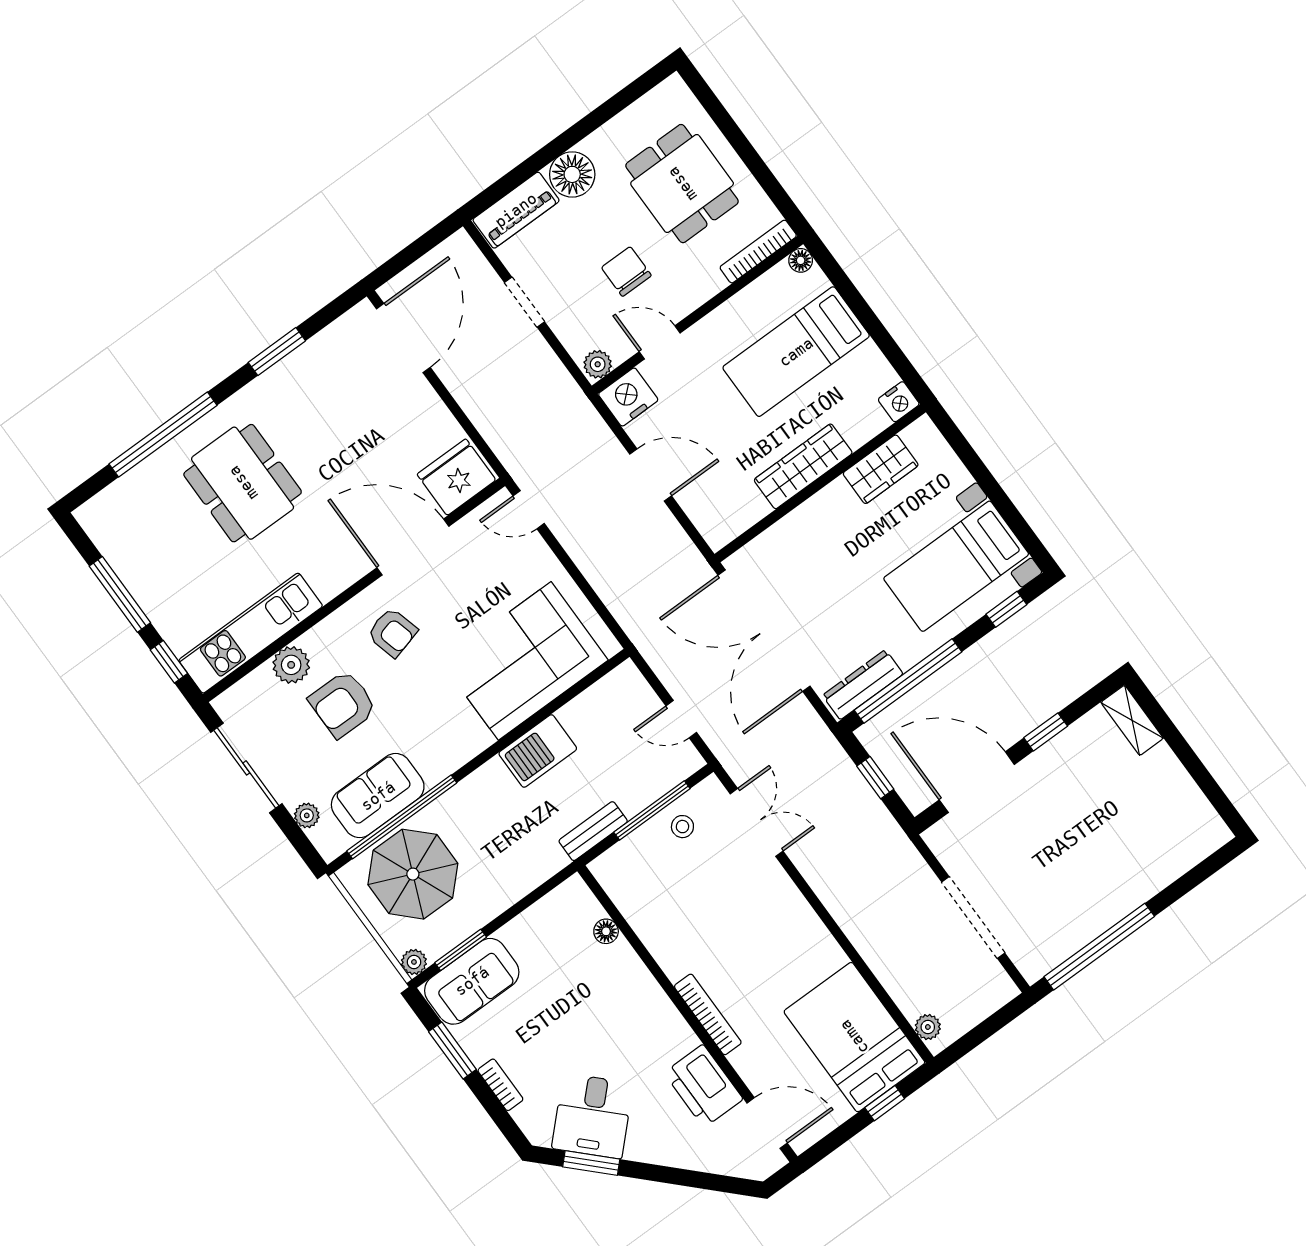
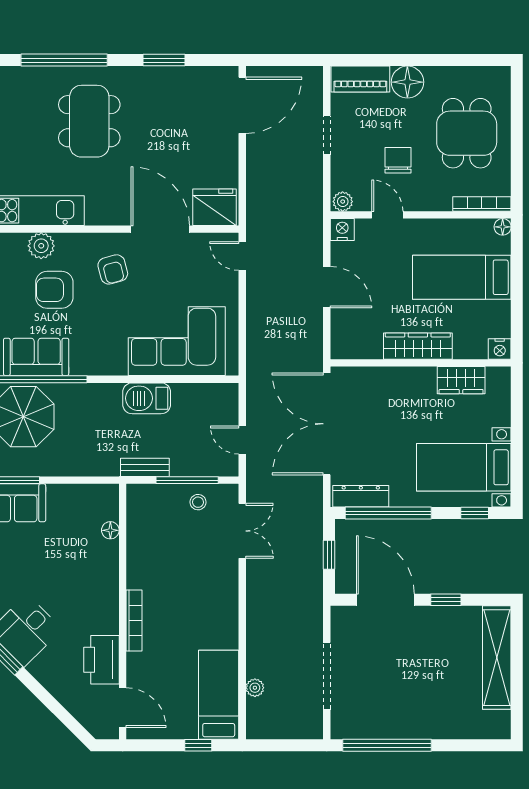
nightstand: (628, 397) -> (342, 229), width x0.74, depth x0.75
shelving: (1132, 720) -> (497, 658), width x2.20, depth x1.33
plant: (928, 1027) -> (255, 688), moved
bed: (854, 1037) -> (219, 695), width x0.67

